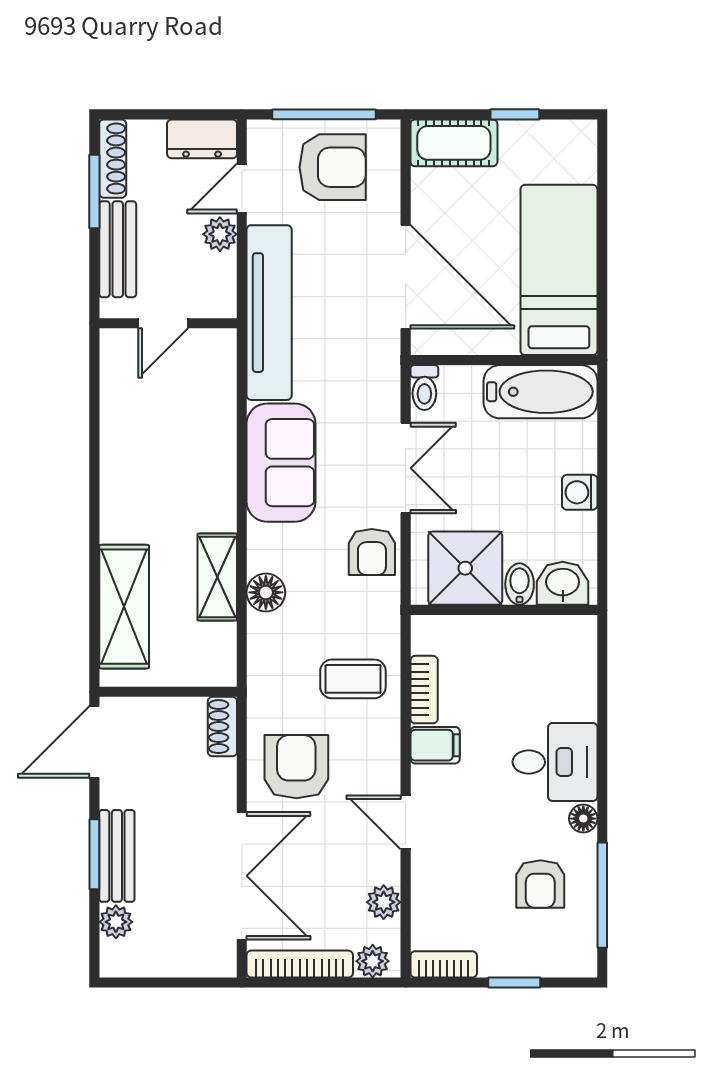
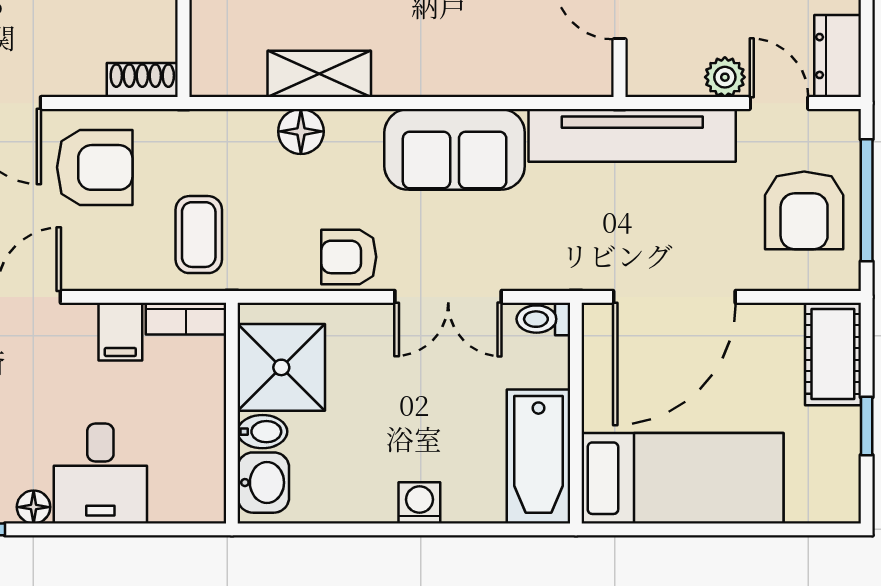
shower: (465, 568) -> (281, 367), moved
washbasin: (563, 583) -> (263, 483), moved
bidet: (520, 584) -> (262, 432), moved
wall: (504, 610) -> (232, 413), moved

